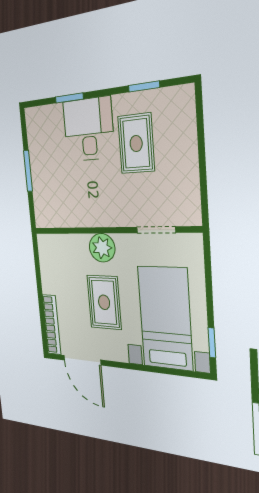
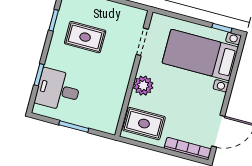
desk: (89, 129) -> (58, 90), moved
rug: (104, 302) -> (144, 124), moved

